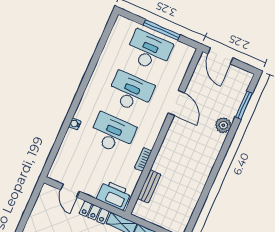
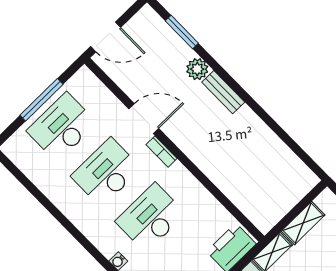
bookcase: (143, 159) -> (161, 152), moved
bench: (149, 186) -> (223, 92), moved

